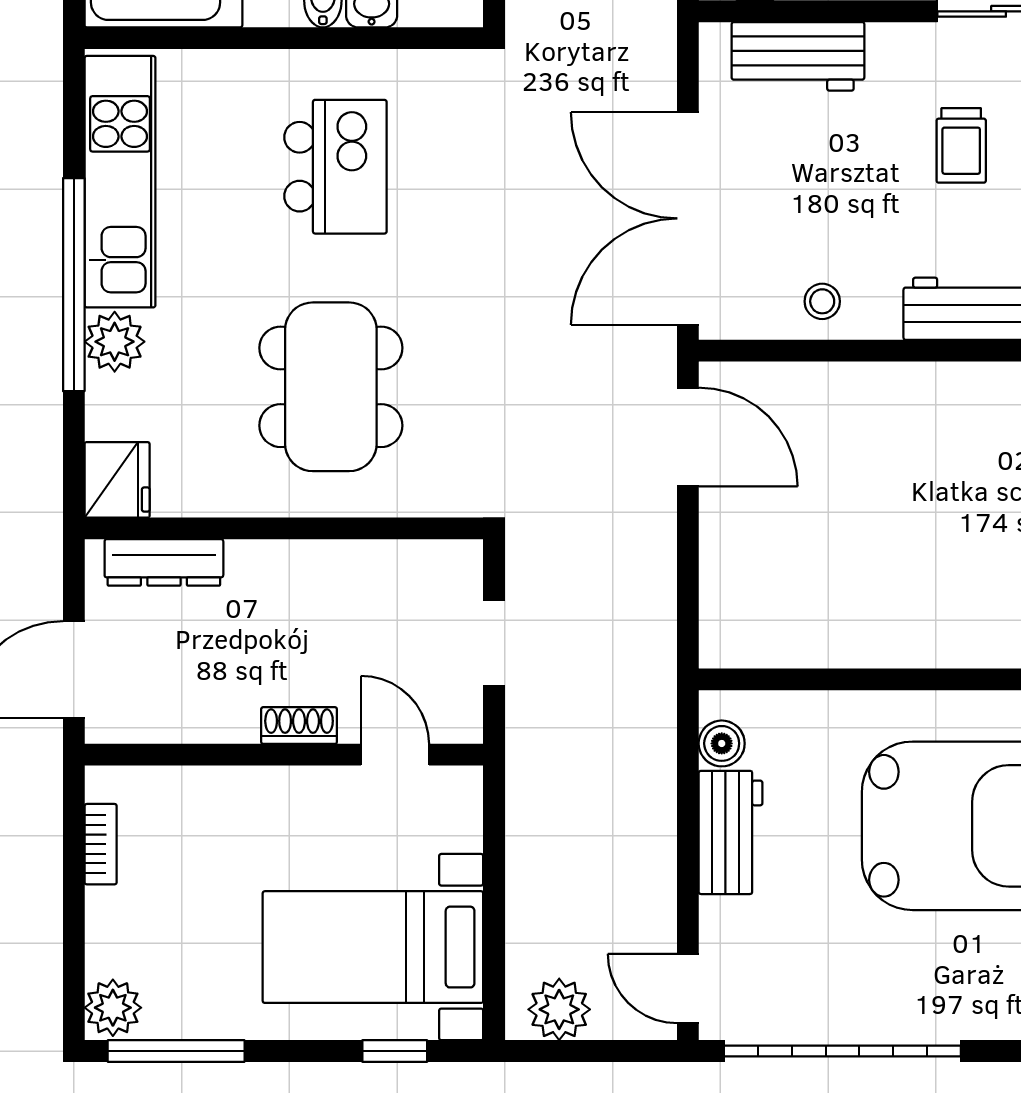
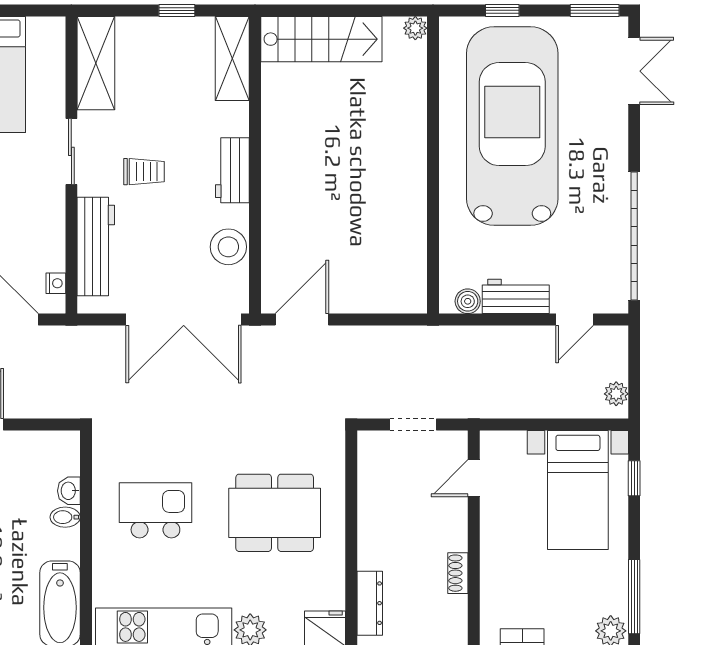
workbench: (798, 56) -> (96, 247), width x1.38
stool: (822, 301) -> (228, 247), width x1.89, depth x1.89
shoe rack: (299, 726) -> (458, 573), moved
door: (688, 988) -> (575, 320), moved
plant: (559, 1009) -> (616, 394), width x0.73, depth x0.73

